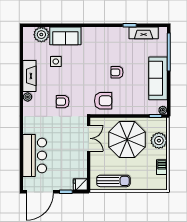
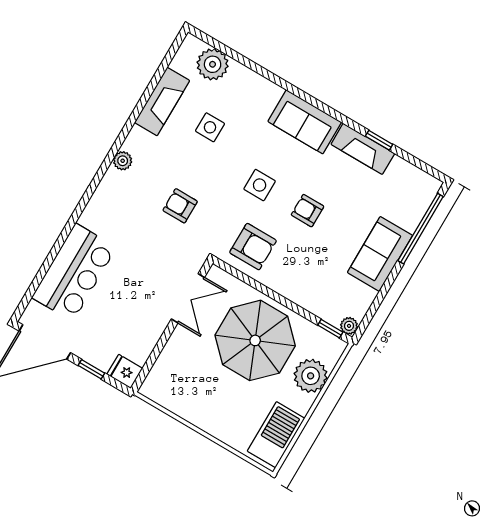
fireplace: (144, 33) -> (363, 149), moved
sofa: (65, 36) -> (305, 122), moved
side table: (91, 73) -> (260, 185), added
fireplace: (29, 76) -> (162, 101), moved
sofa: (158, 78) -> (380, 254), width x0.73
barbecue: (162, 167) -> (276, 435), width x1.88, depth x1.53
sun lounger: (113, 181) -> (188, 400), removed

